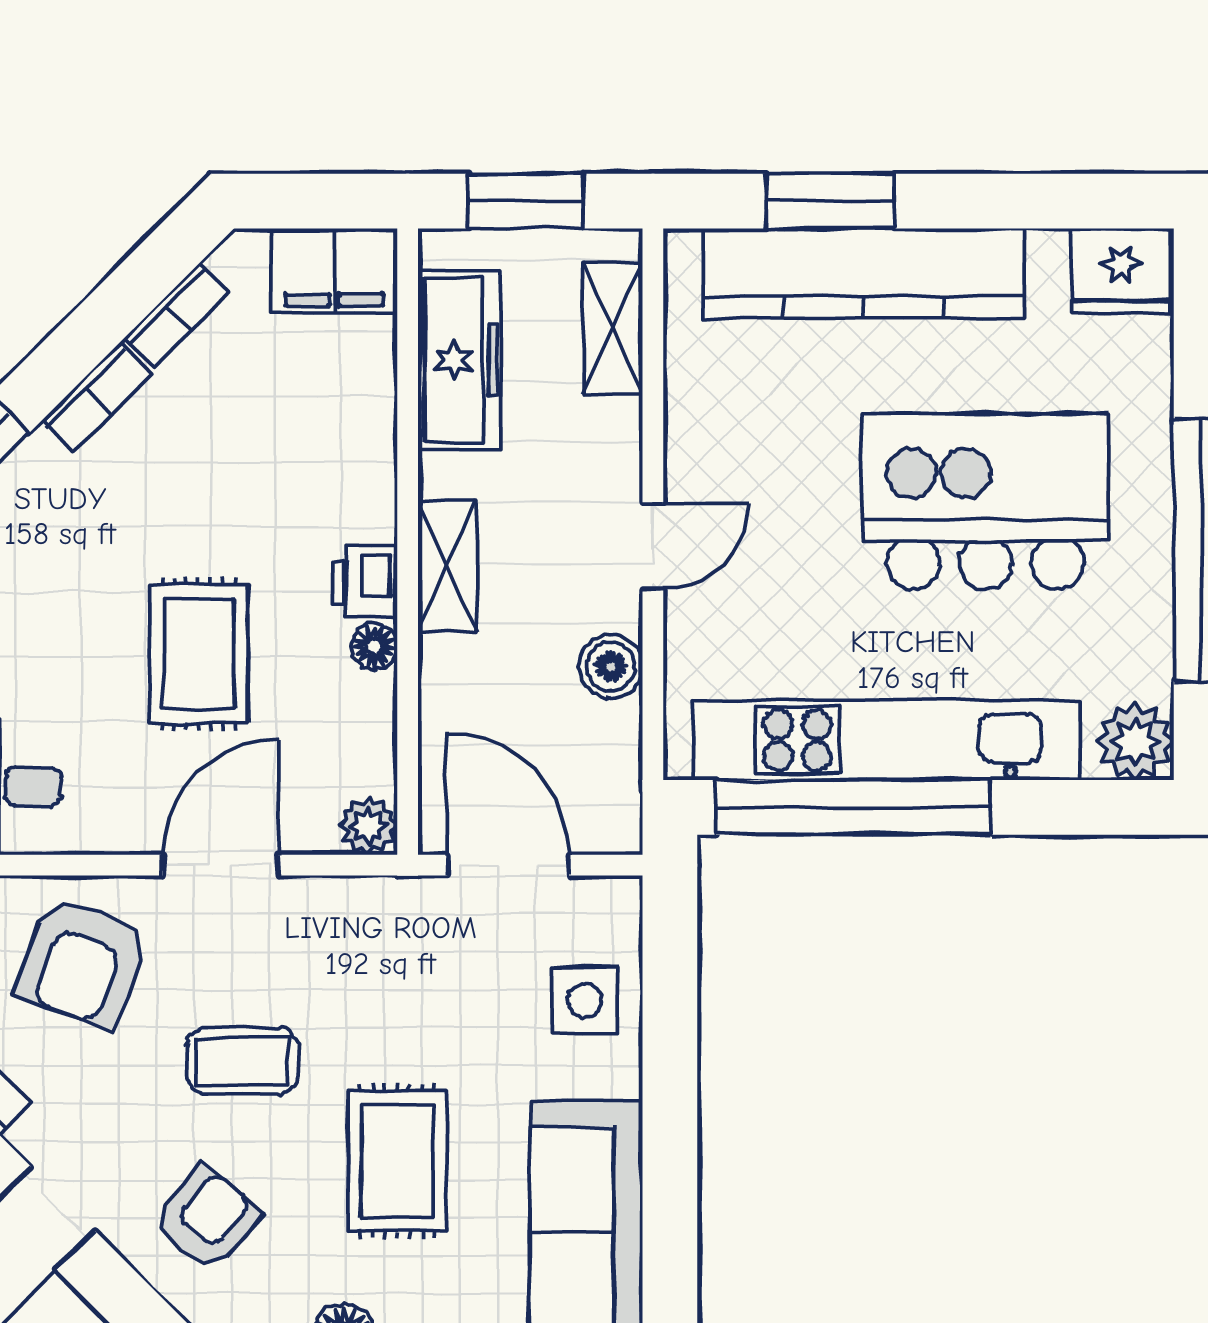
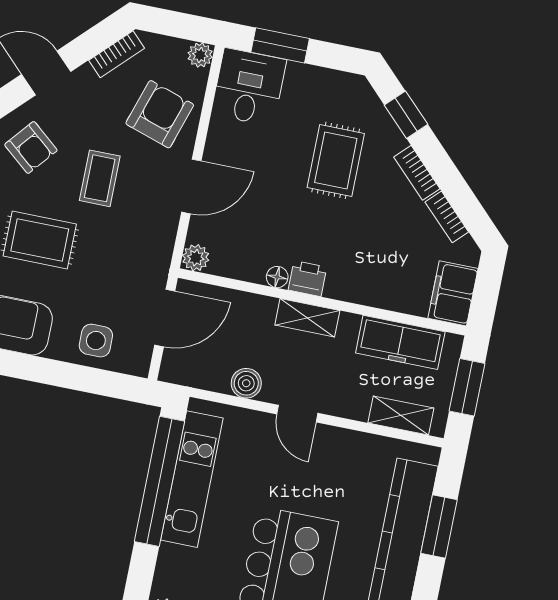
rug: (199, 654) -> (336, 160), moved, turned 90
kitchen unit: (886, 740) -> (192, 479), width x0.73
door: (221, 865) -> (191, 186), hinge flipped
armchair: (82, 962) -> (160, 114), turned 87

